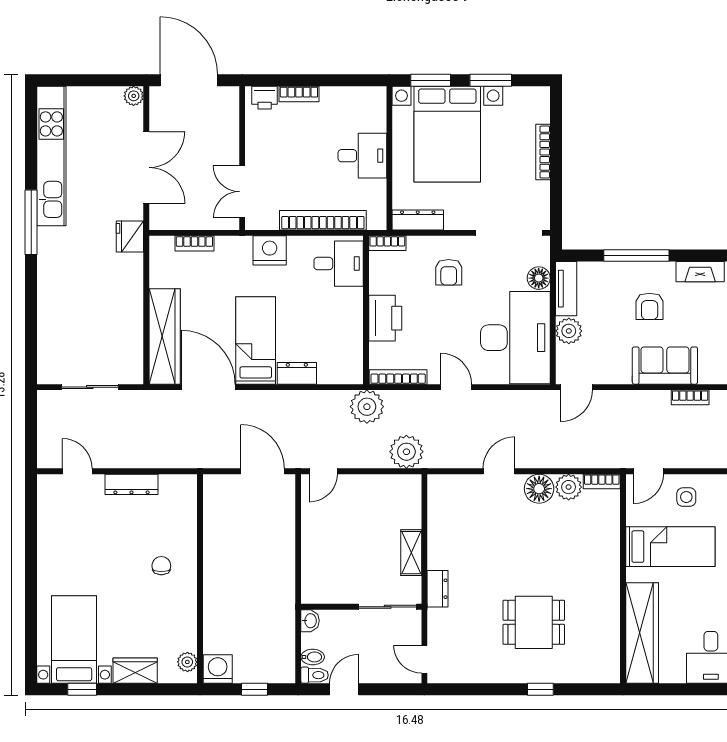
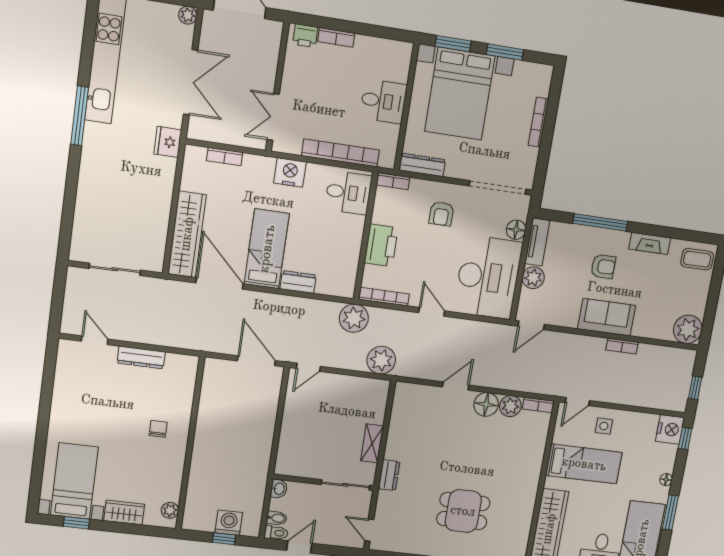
armchair: (650, 306) -> (603, 266), turned -90
washing machine: (218, 669) -> (229, 523), moved

